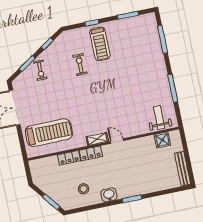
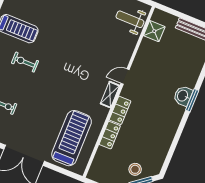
stool: (83, 189) -> (135, 169), moved
washbasin: (109, 195) -> (183, 96), moved

